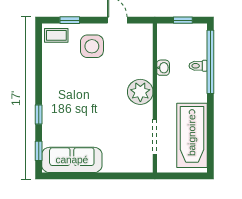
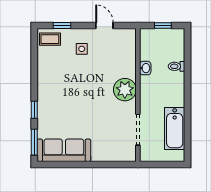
side table: (92, 46) -> (82, 49), width x0.54, depth x0.54
window: (210, 62) -> (187, 63), removed
bathtub: (192, 135) -> (175, 128), width x0.73, depth x0.73
window: (39, 151) -> (34, 142), width x1.50

